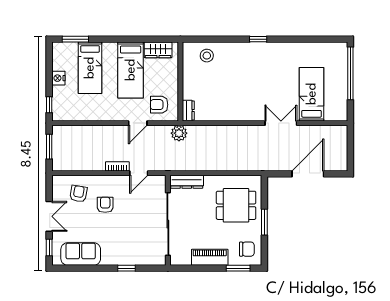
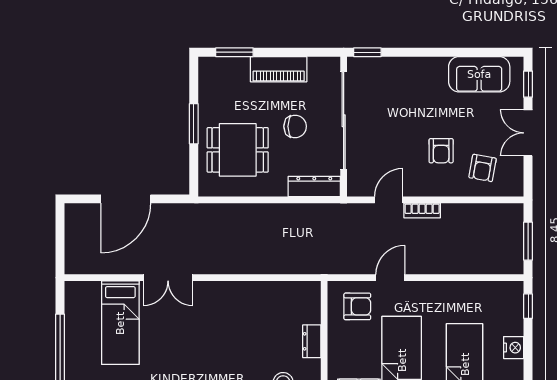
dresser: (188, 111) -> (312, 341), moved
plant: (179, 133) -> (326, 262), removed
chair: (247, 249) -> (295, 126), moved, turned 180
window: (127, 268) -> (367, 52), moved

